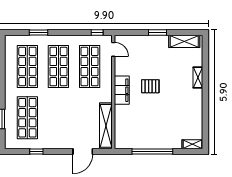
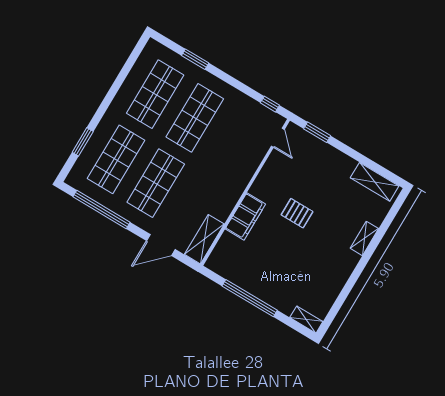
window: (158, 33) -> (317, 132), moved
shop shelf: (90, 67) -> (156, 183), moved
filing cabinet: (122, 90) -> (245, 216), moved
shelving: (106, 126) -> (204, 239), width x0.68
window: (36, 152) -> (102, 210), width x3.17

